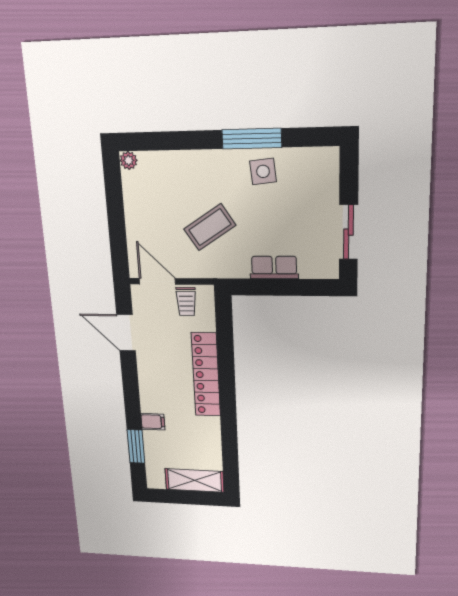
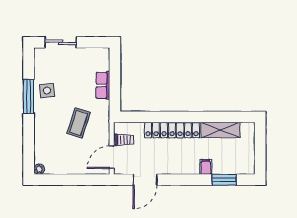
coffee table: (210, 227) -> (79, 123), turned 51
sliding door: (348, 232) -> (61, 42), moved
shelving: (194, 480) -> (220, 130), moved, turned 90

